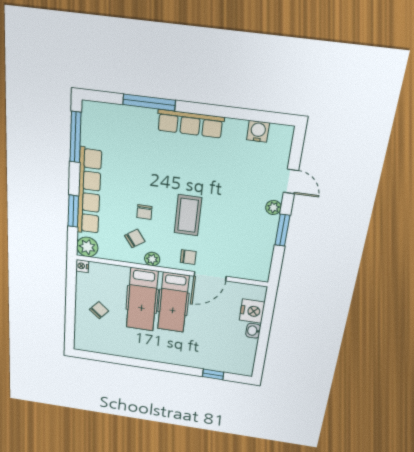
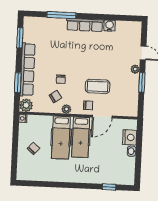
water cooler: (258, 131) -> (109, 26), moved
window: (75, 137) -> (20, 38), width x0.69
coffee table: (188, 215) -> (98, 86), moved, turned 90

